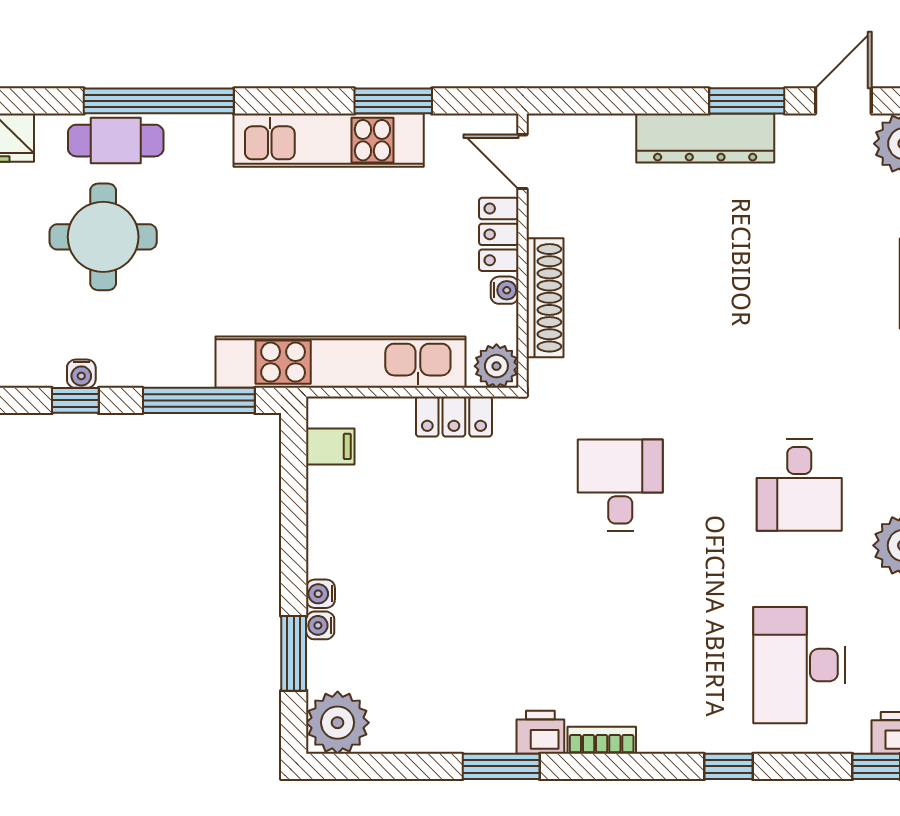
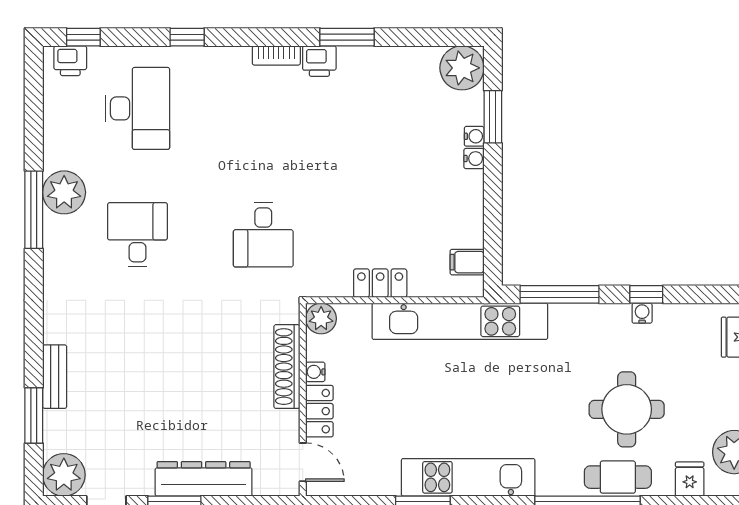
door: (522, 162) -> (303, 462), moved
locker: (499, 234) -> (319, 411), moved
wall: (522, 251) -> (303, 400), moved
water cooler: (505, 290) -> (315, 372), moved
shoe rack: (545, 298) -> (287, 367), moved
plant: (496, 366) -> (321, 319), moved

